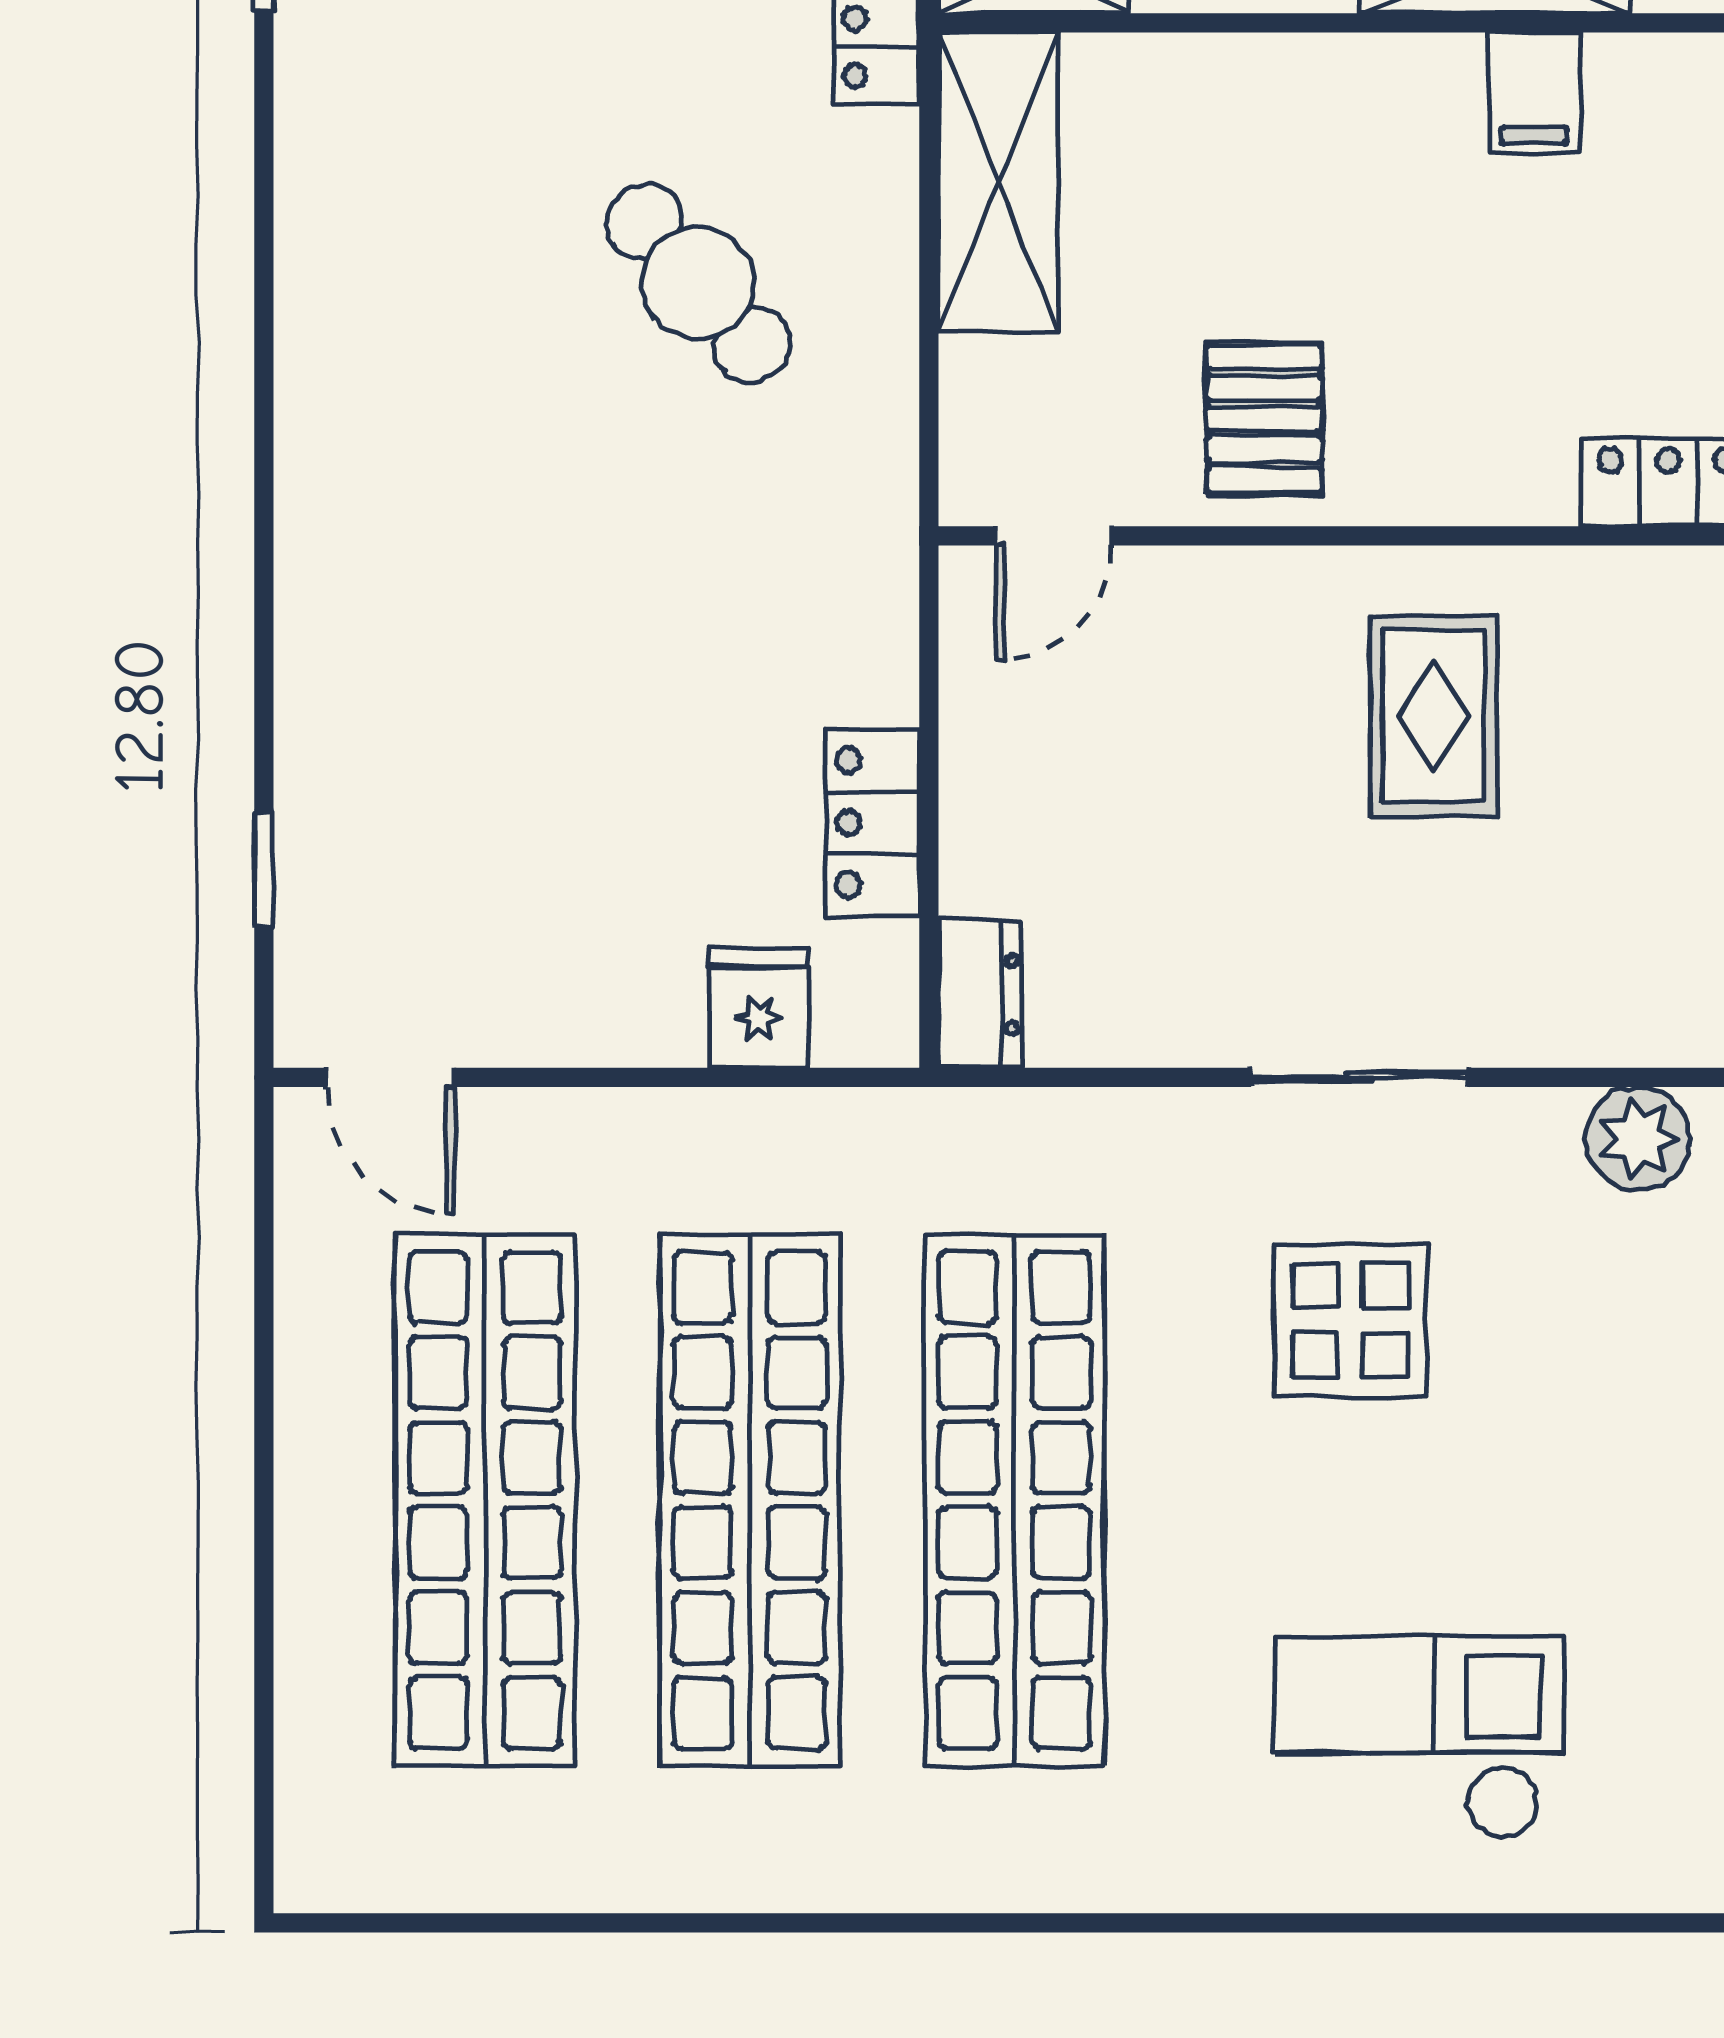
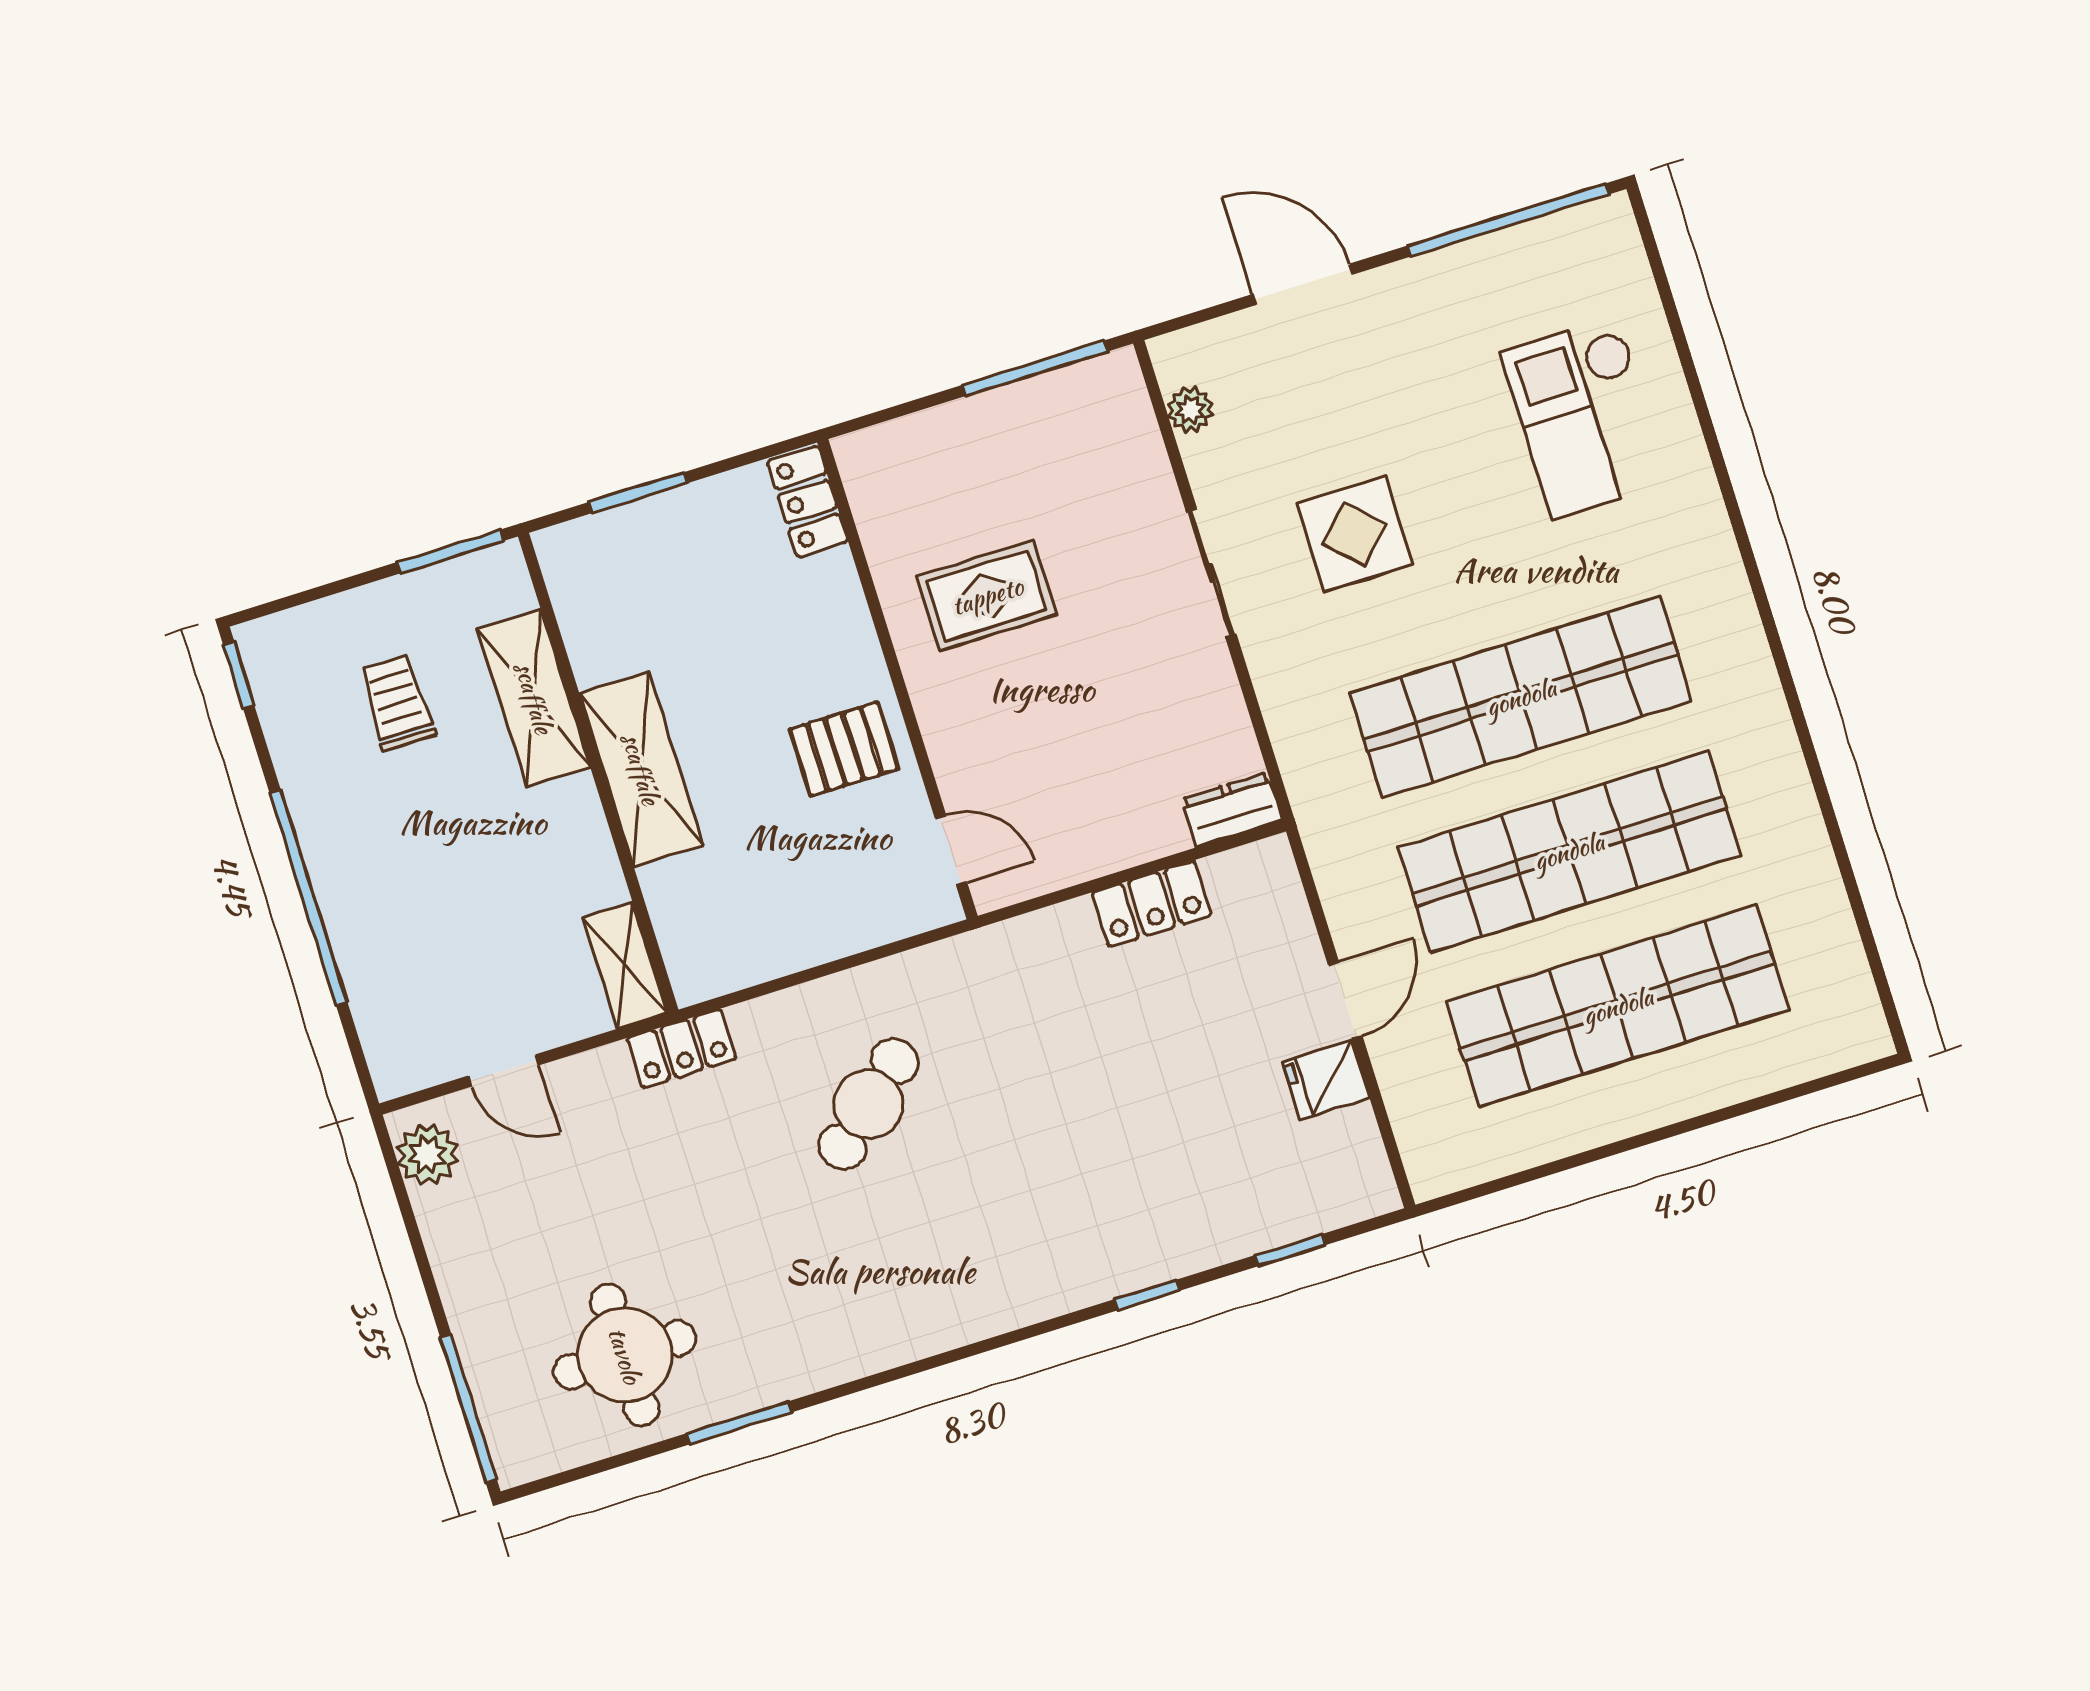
filing cabinet: (1534, 93) -> (605, 651), removed
shelving: (998, 182) -> (641, 769), moved, turned 90
window: (264, 624) -> (1147, 1295), added
fridge: (759, 1009) -> (1326, 1080), moved
door: (391, 1077) -> (1345, 1000), moved
plant: (1638, 1139) -> (1190, 410), width x0.73, depth x0.73

